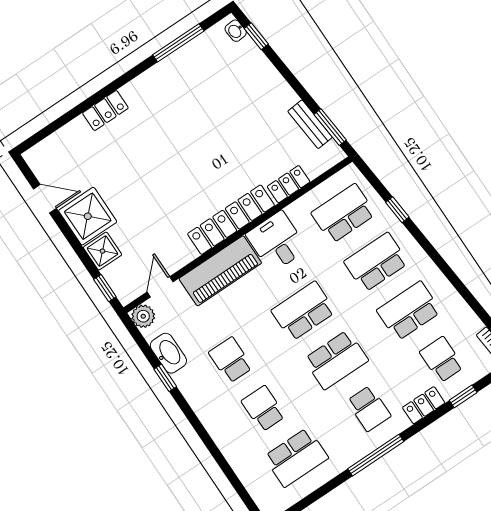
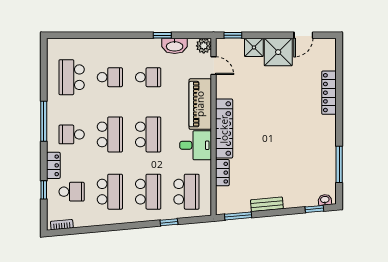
locker: (105, 111) -> (329, 93), width x1.53
bench: (310, 124) -> (267, 204), moved
school desk: (336, 360) -> (110, 134), turned 180

